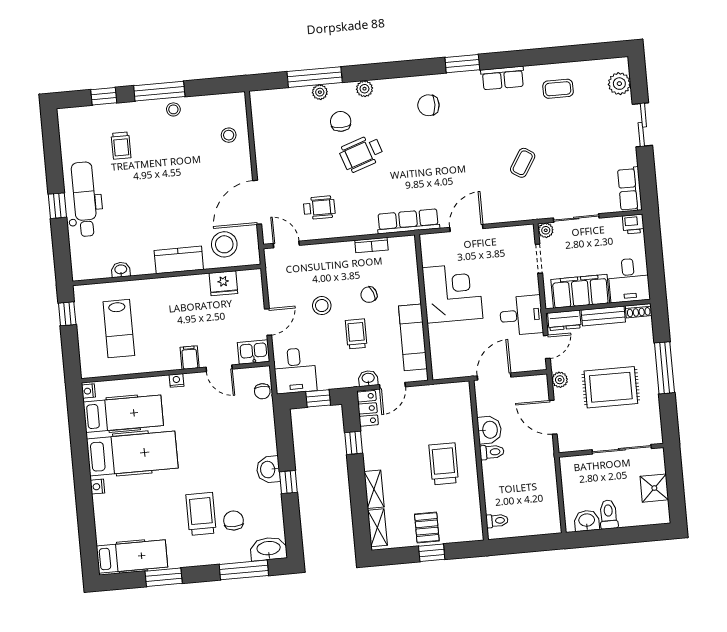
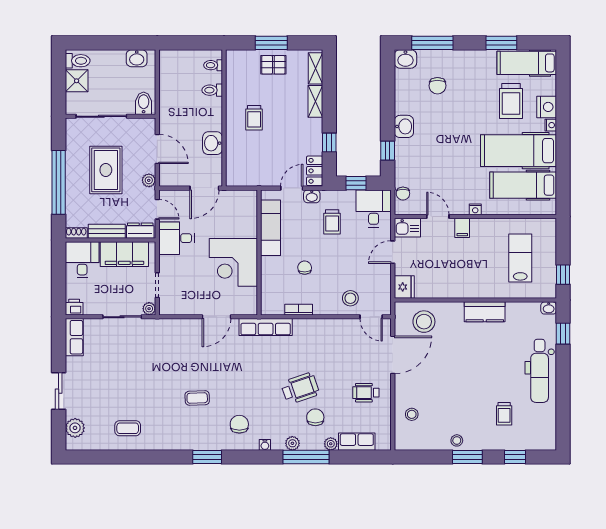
window: (315, 77) -> (306, 457), moved
row of seats: (503, 78) -> (357, 442), moved
water cooler: (396, 84) -> (265, 445), added
window: (159, 91) -> (467, 457), width x0.69
chair: (428, 105) -> (239, 424), turned -93
chair: (341, 121) -> (315, 417), turned 180
trolley: (121, 146) -> (504, 414), turned 180
coffee table: (523, 163) -> (197, 398), moved, turned 56
window: (57, 206) -> (563, 334), moved
wheelchair: (319, 208) -> (366, 393), moved
kitchen counter: (179, 260) -> (485, 312), moved
washbasin: (121, 270) -> (549, 308), moved
fridge: (223, 283) -> (404, 287), moved, turned 90
chair: (369, 295) -> (305, 268), turned -71
stool: (322, 306) -> (350, 298), moved
trolley: (356, 334) -> (332, 222), moved
door: (547, 347) -> (157, 209), swing flipped
window: (664, 368) -> (59, 182), width x1.46
rug: (611, 387) -> (106, 170), turned 90
nightstand: (88, 391) -> (547, 107), moved, width x1.89, depth x1.79
chair: (262, 391) -> (403, 194), turned 180
toilet: (492, 452) -> (212, 90), moved
trolley: (444, 464) -> (254, 118), width x0.73, depth x0.72
bidet: (574, 469) -> (144, 103), added
window: (288, 482) -> (388, 151), moved
trolley: (201, 514) -> (511, 101), moved
toilet: (609, 514) -> (78, 61), moved, turned -90
pallet: (427, 527) -> (273, 65), turned 90
washbasin: (269, 549) -> (405, 59), width x0.72
window: (432, 553) -> (271, 43), width x1.50

